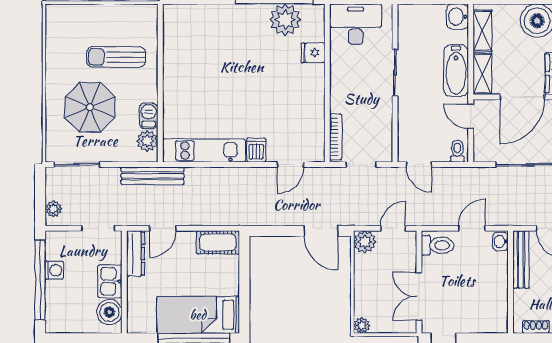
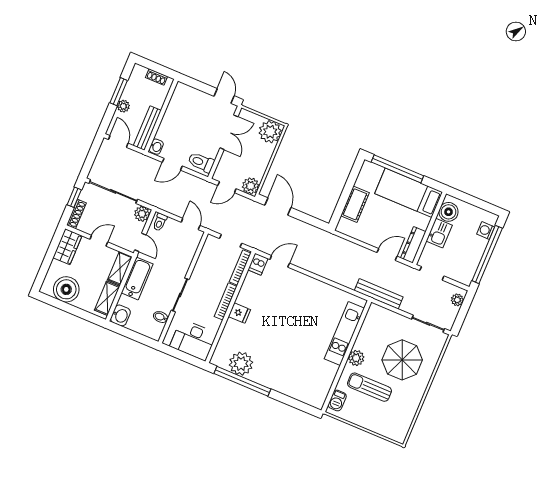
bidet: (407, 35) -> (161, 317), added
fridge: (313, 53) -> (239, 313), moved
sun lounger: (116, 57) -> (369, 387), turned 180
bookcase: (336, 88) -> (226, 301), added
door: (522, 97) -> (99, 241), width x0.53
barbecue: (149, 116) -> (337, 400), moved
plant: (147, 141) -> (356, 358), moved
dishwasher: (256, 150) -> (258, 264), moved
kitchen unit: (204, 151) -> (344, 334), moved, turned 90
plant: (483, 152) -> (142, 214), added
cot: (218, 242) -> (355, 204), moved, turned 90
washing machine: (54, 270) -> (486, 230), moved
bed: (198, 315) -> (409, 193), moved, turned 180
plant: (362, 325) -> (270, 132), width x1.87, depth x1.87

